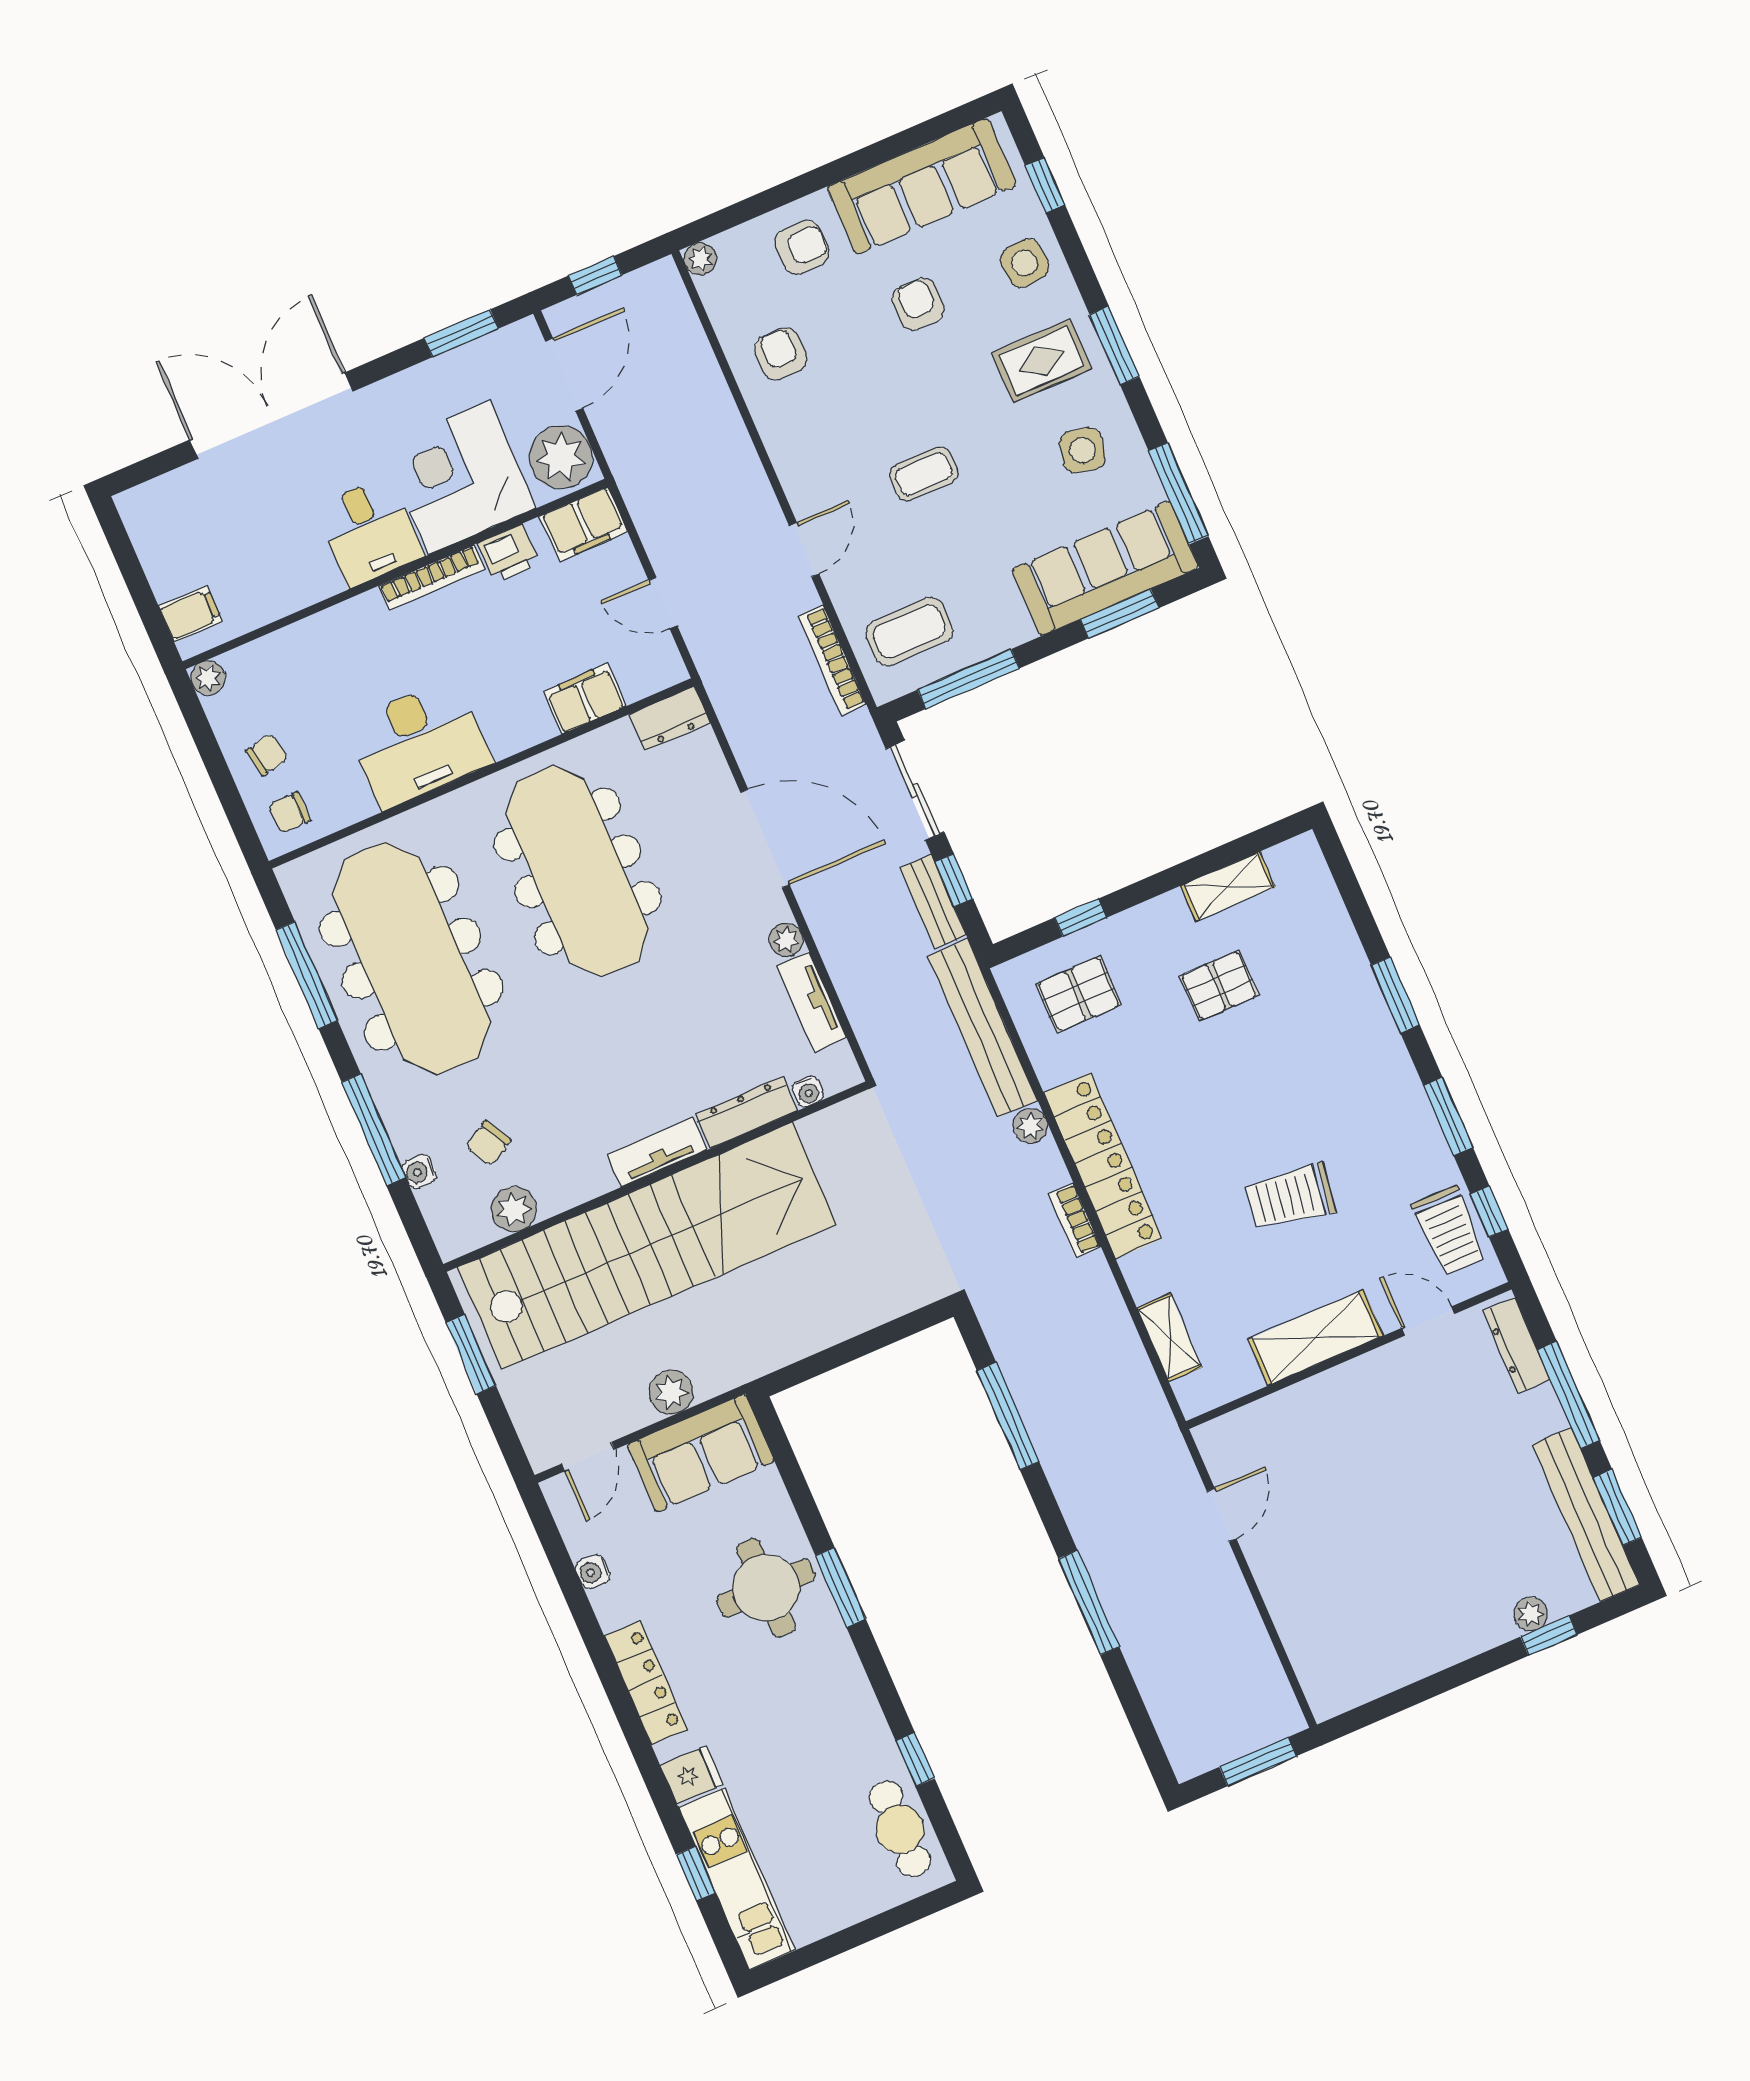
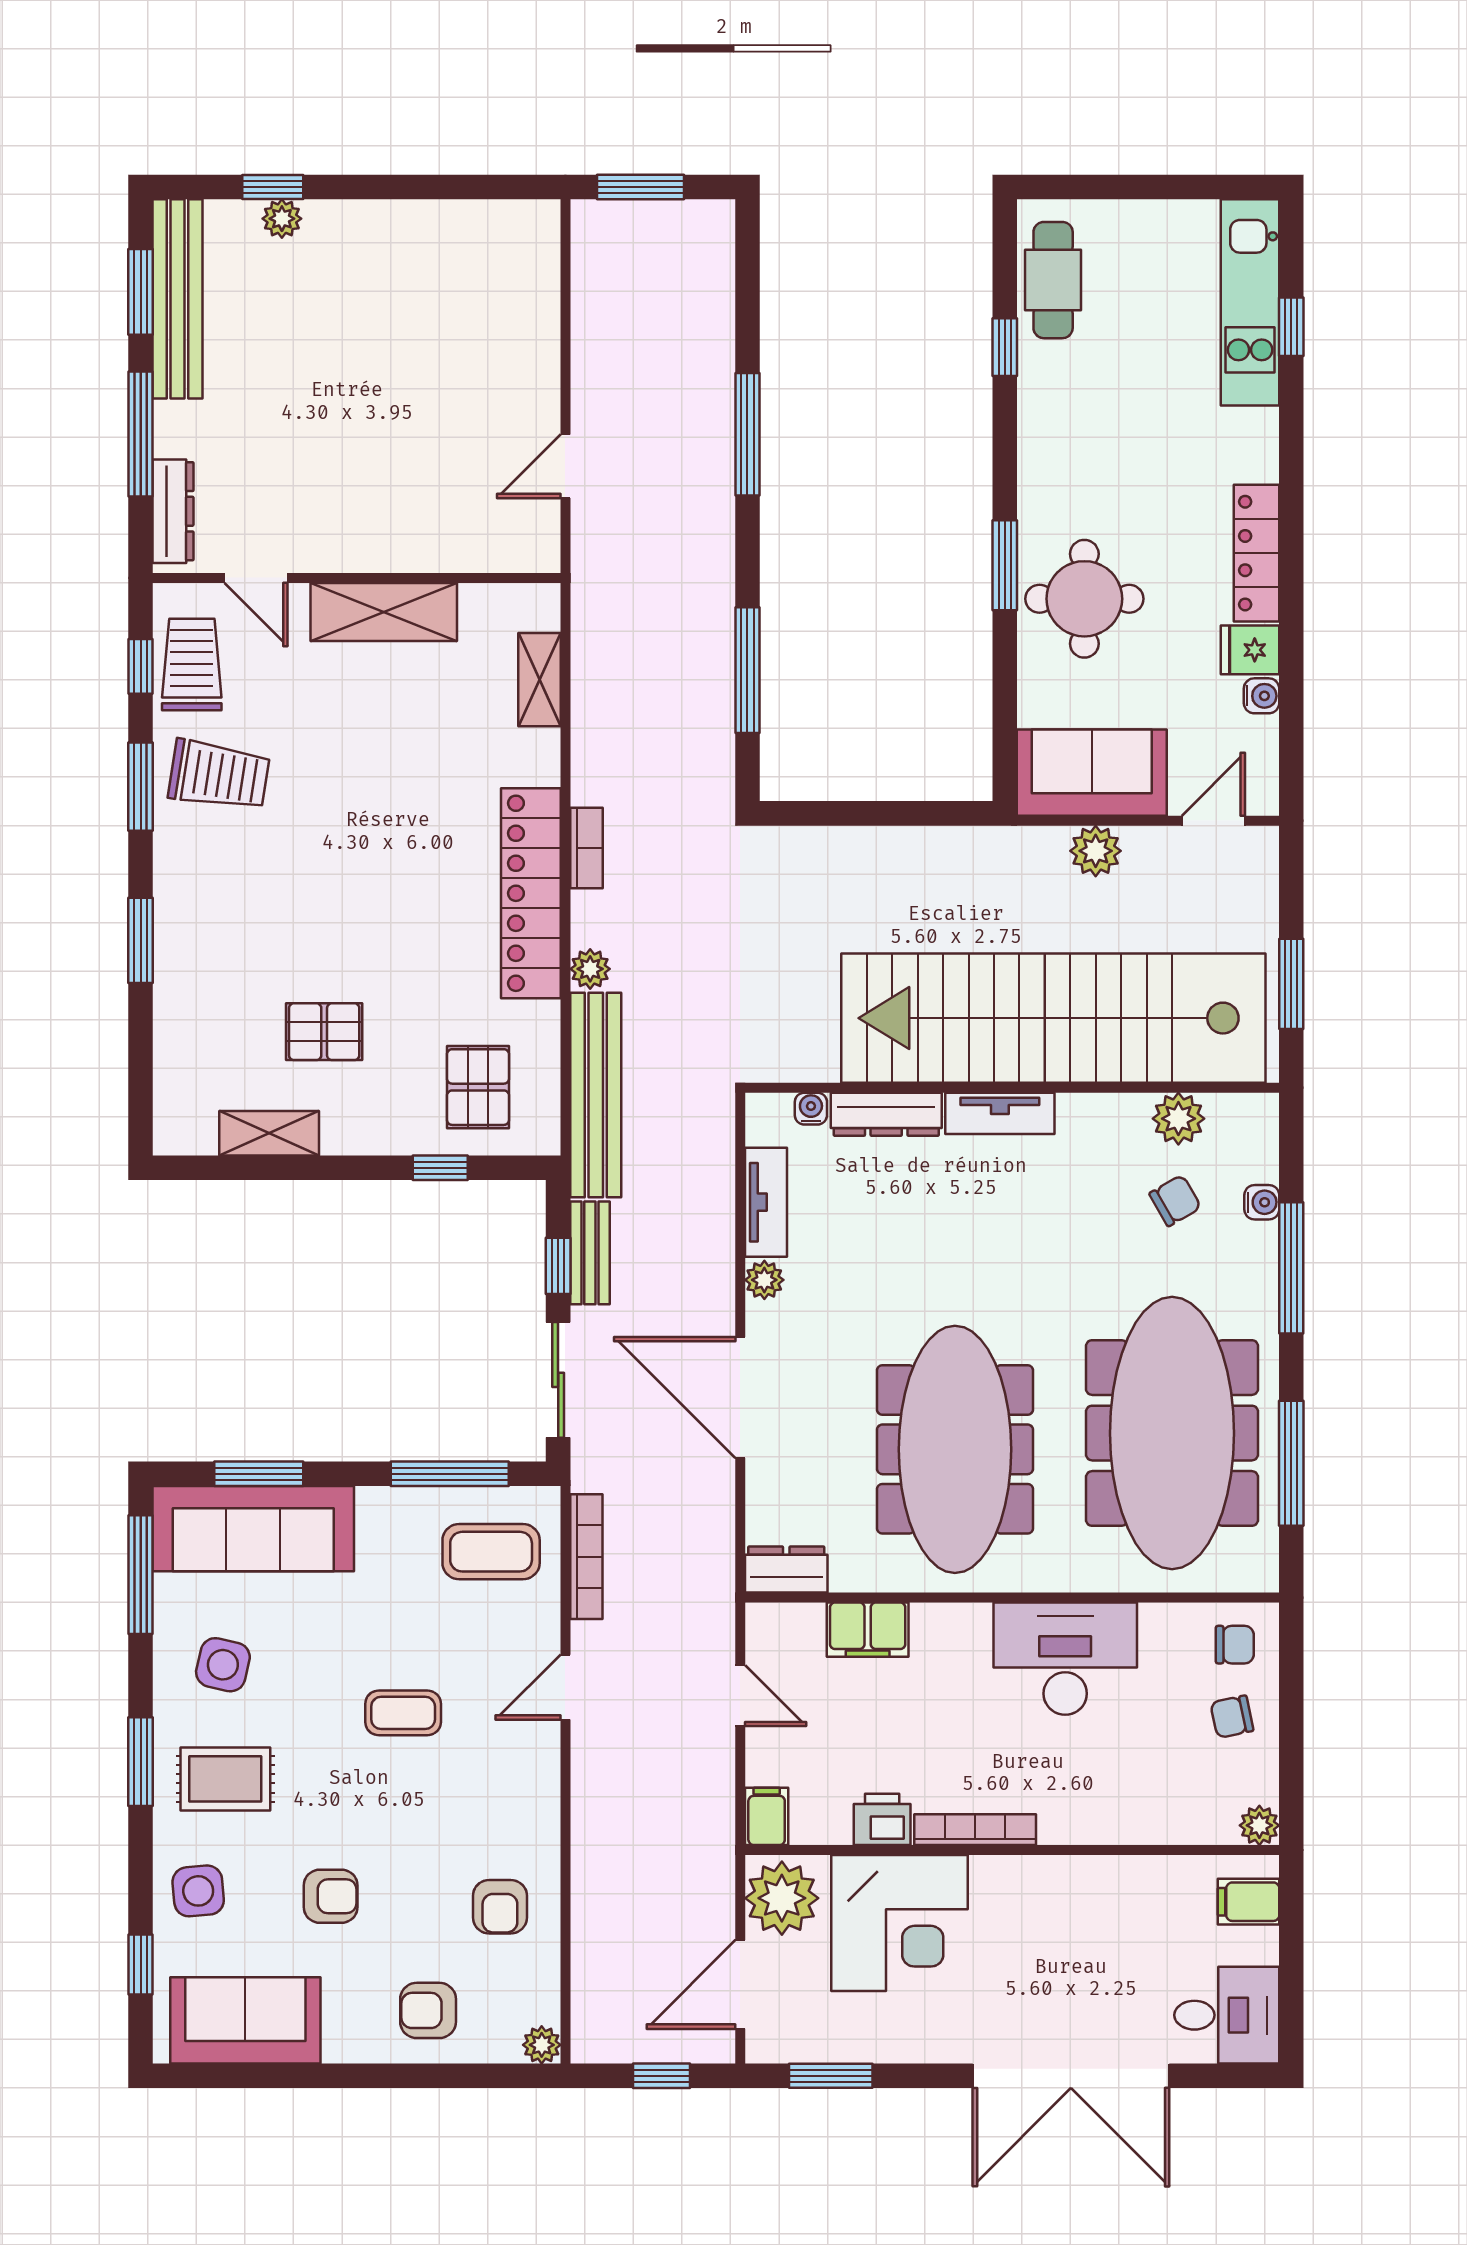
sofa: (922, 186) -> (245, 2020), width x0.73
armchair: (918, 304) -> (331, 1896), turned -90
filing cabinet: (584, 524) -> (767, 1816), width x0.50
desk: (369, 531) -> (1227, 2015), moved, turned 90
pallet: (1078, 994) -> (478, 1087), turned 90
trolley: (1290, 1197) -> (219, 775), moved
fridge: (692, 1775) -> (1250, 650), moved

